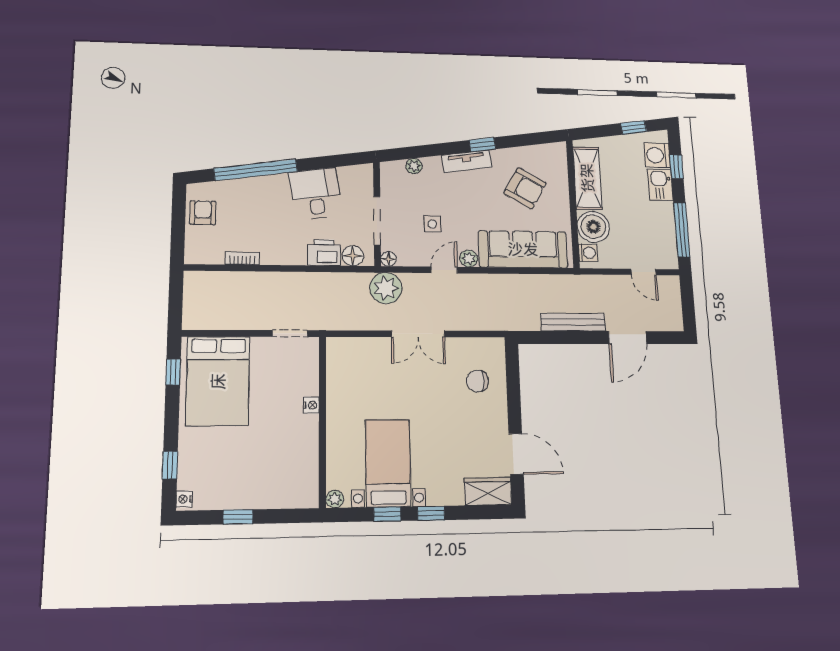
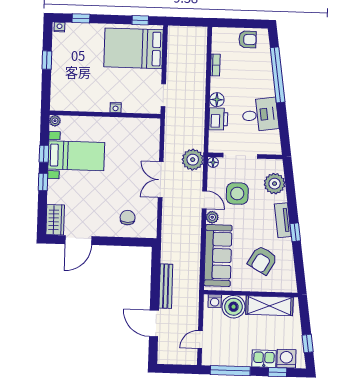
plant: (414, 166) -> (275, 184), width x1.87, depth x1.87
side table: (432, 224) -> (237, 194), width x1.87, depth x1.87
floor lamp: (353, 256) -> (217, 100), moved

